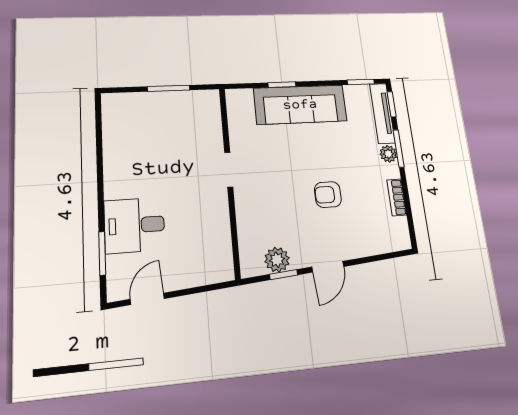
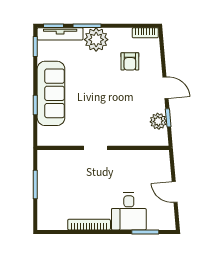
plant: (388, 154) -> (96, 40), width x1.87, depth x1.87
bookcase: (111, 167) -> (89, 225), added
armchair: (328, 195) -> (130, 61), moved
bookcase: (397, 197) -> (145, 33), moved
door: (147, 299) -> (175, 192), moved

